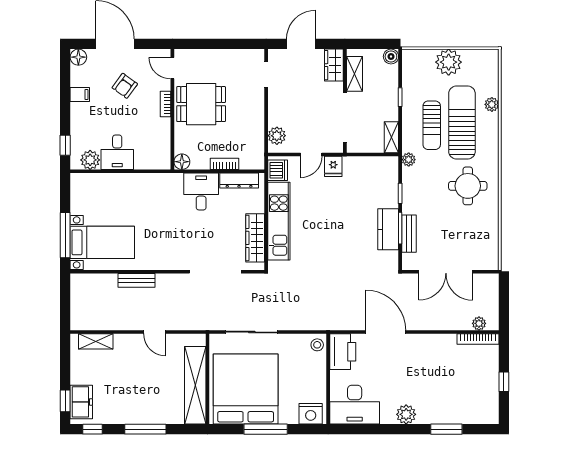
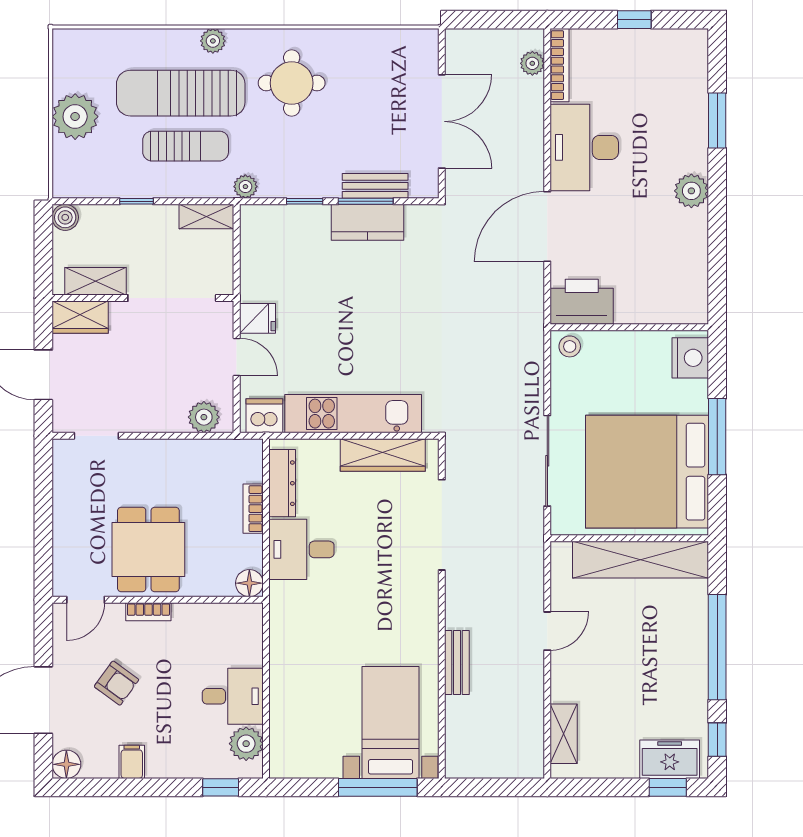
plant: (492, 104) -> (213, 41), moved
desk: (355, 405) -> (584, 147), moved, turned 180
window: (145, 429) -> (717, 647), width x1.46

